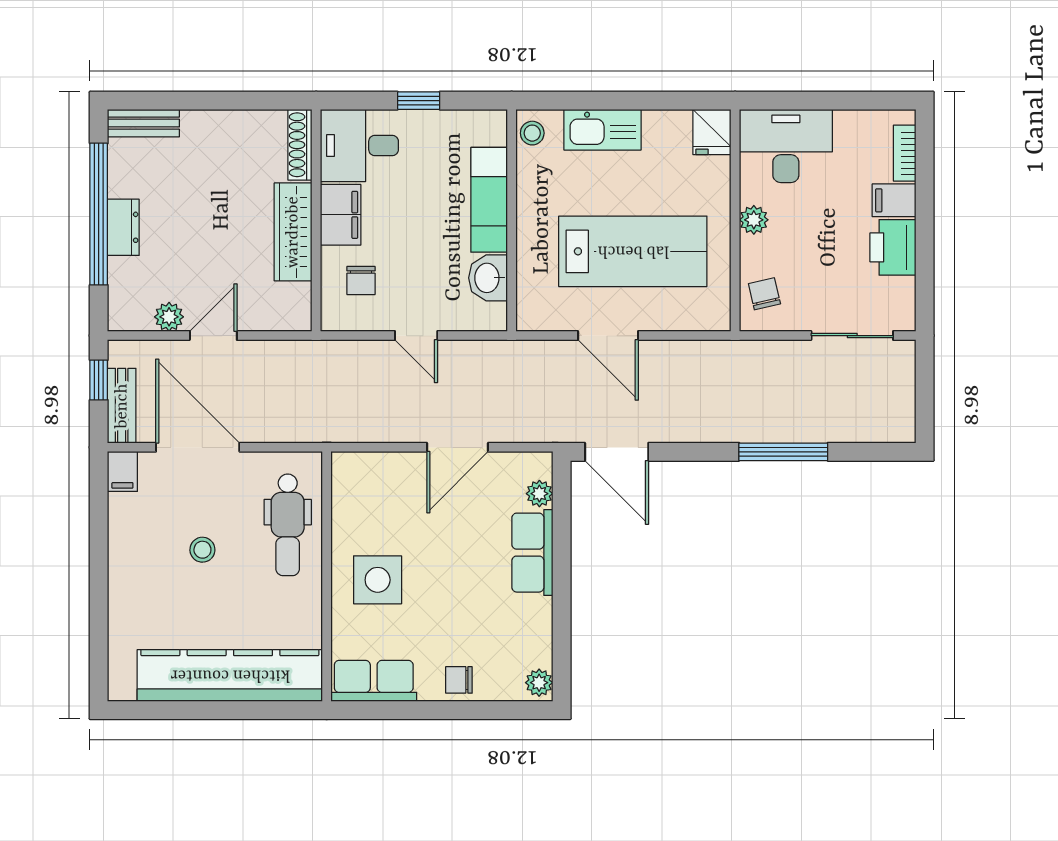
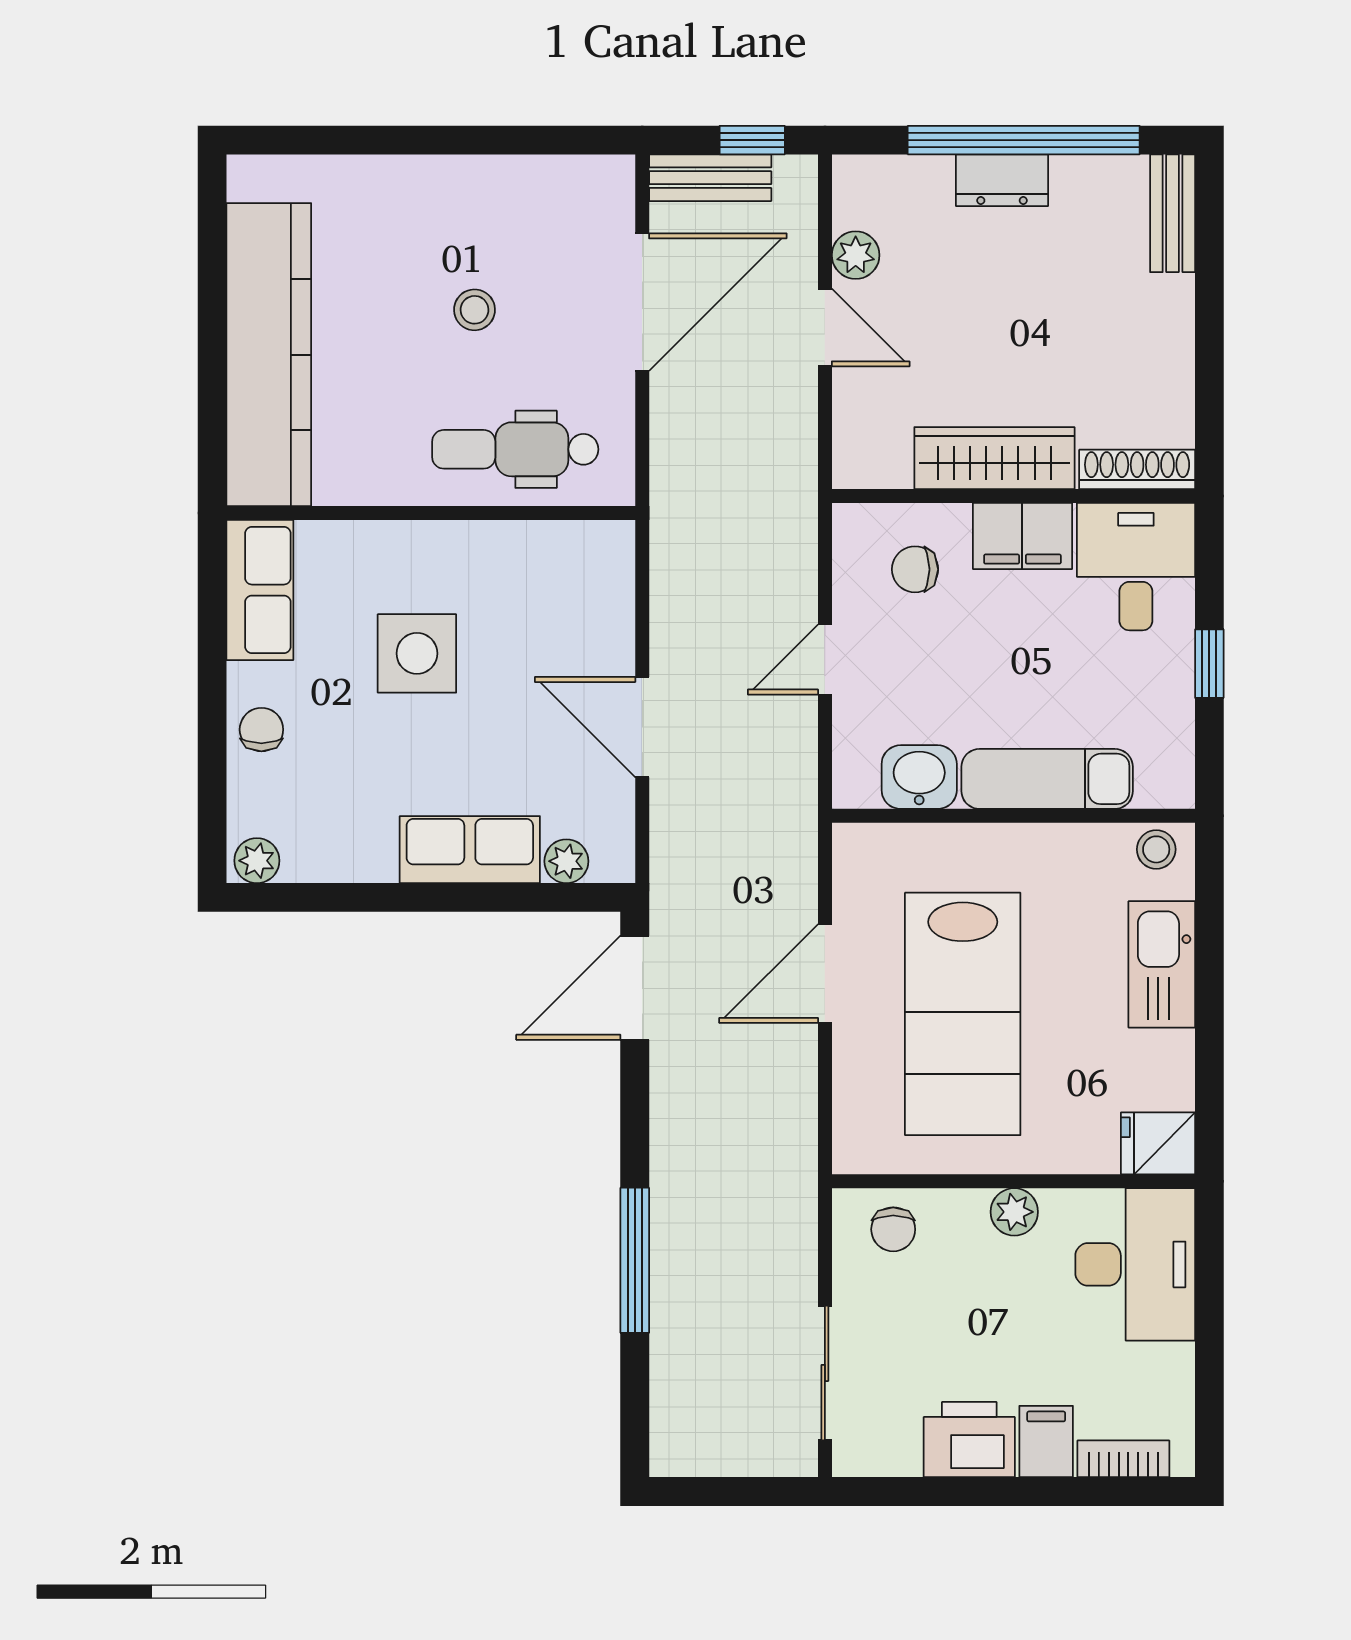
chair: (764, 294) -> (893, 1229), turned 103
filing cabinet: (122, 471) -> (603, 179), removed
side table: (378, 580) -> (417, 653), moved

